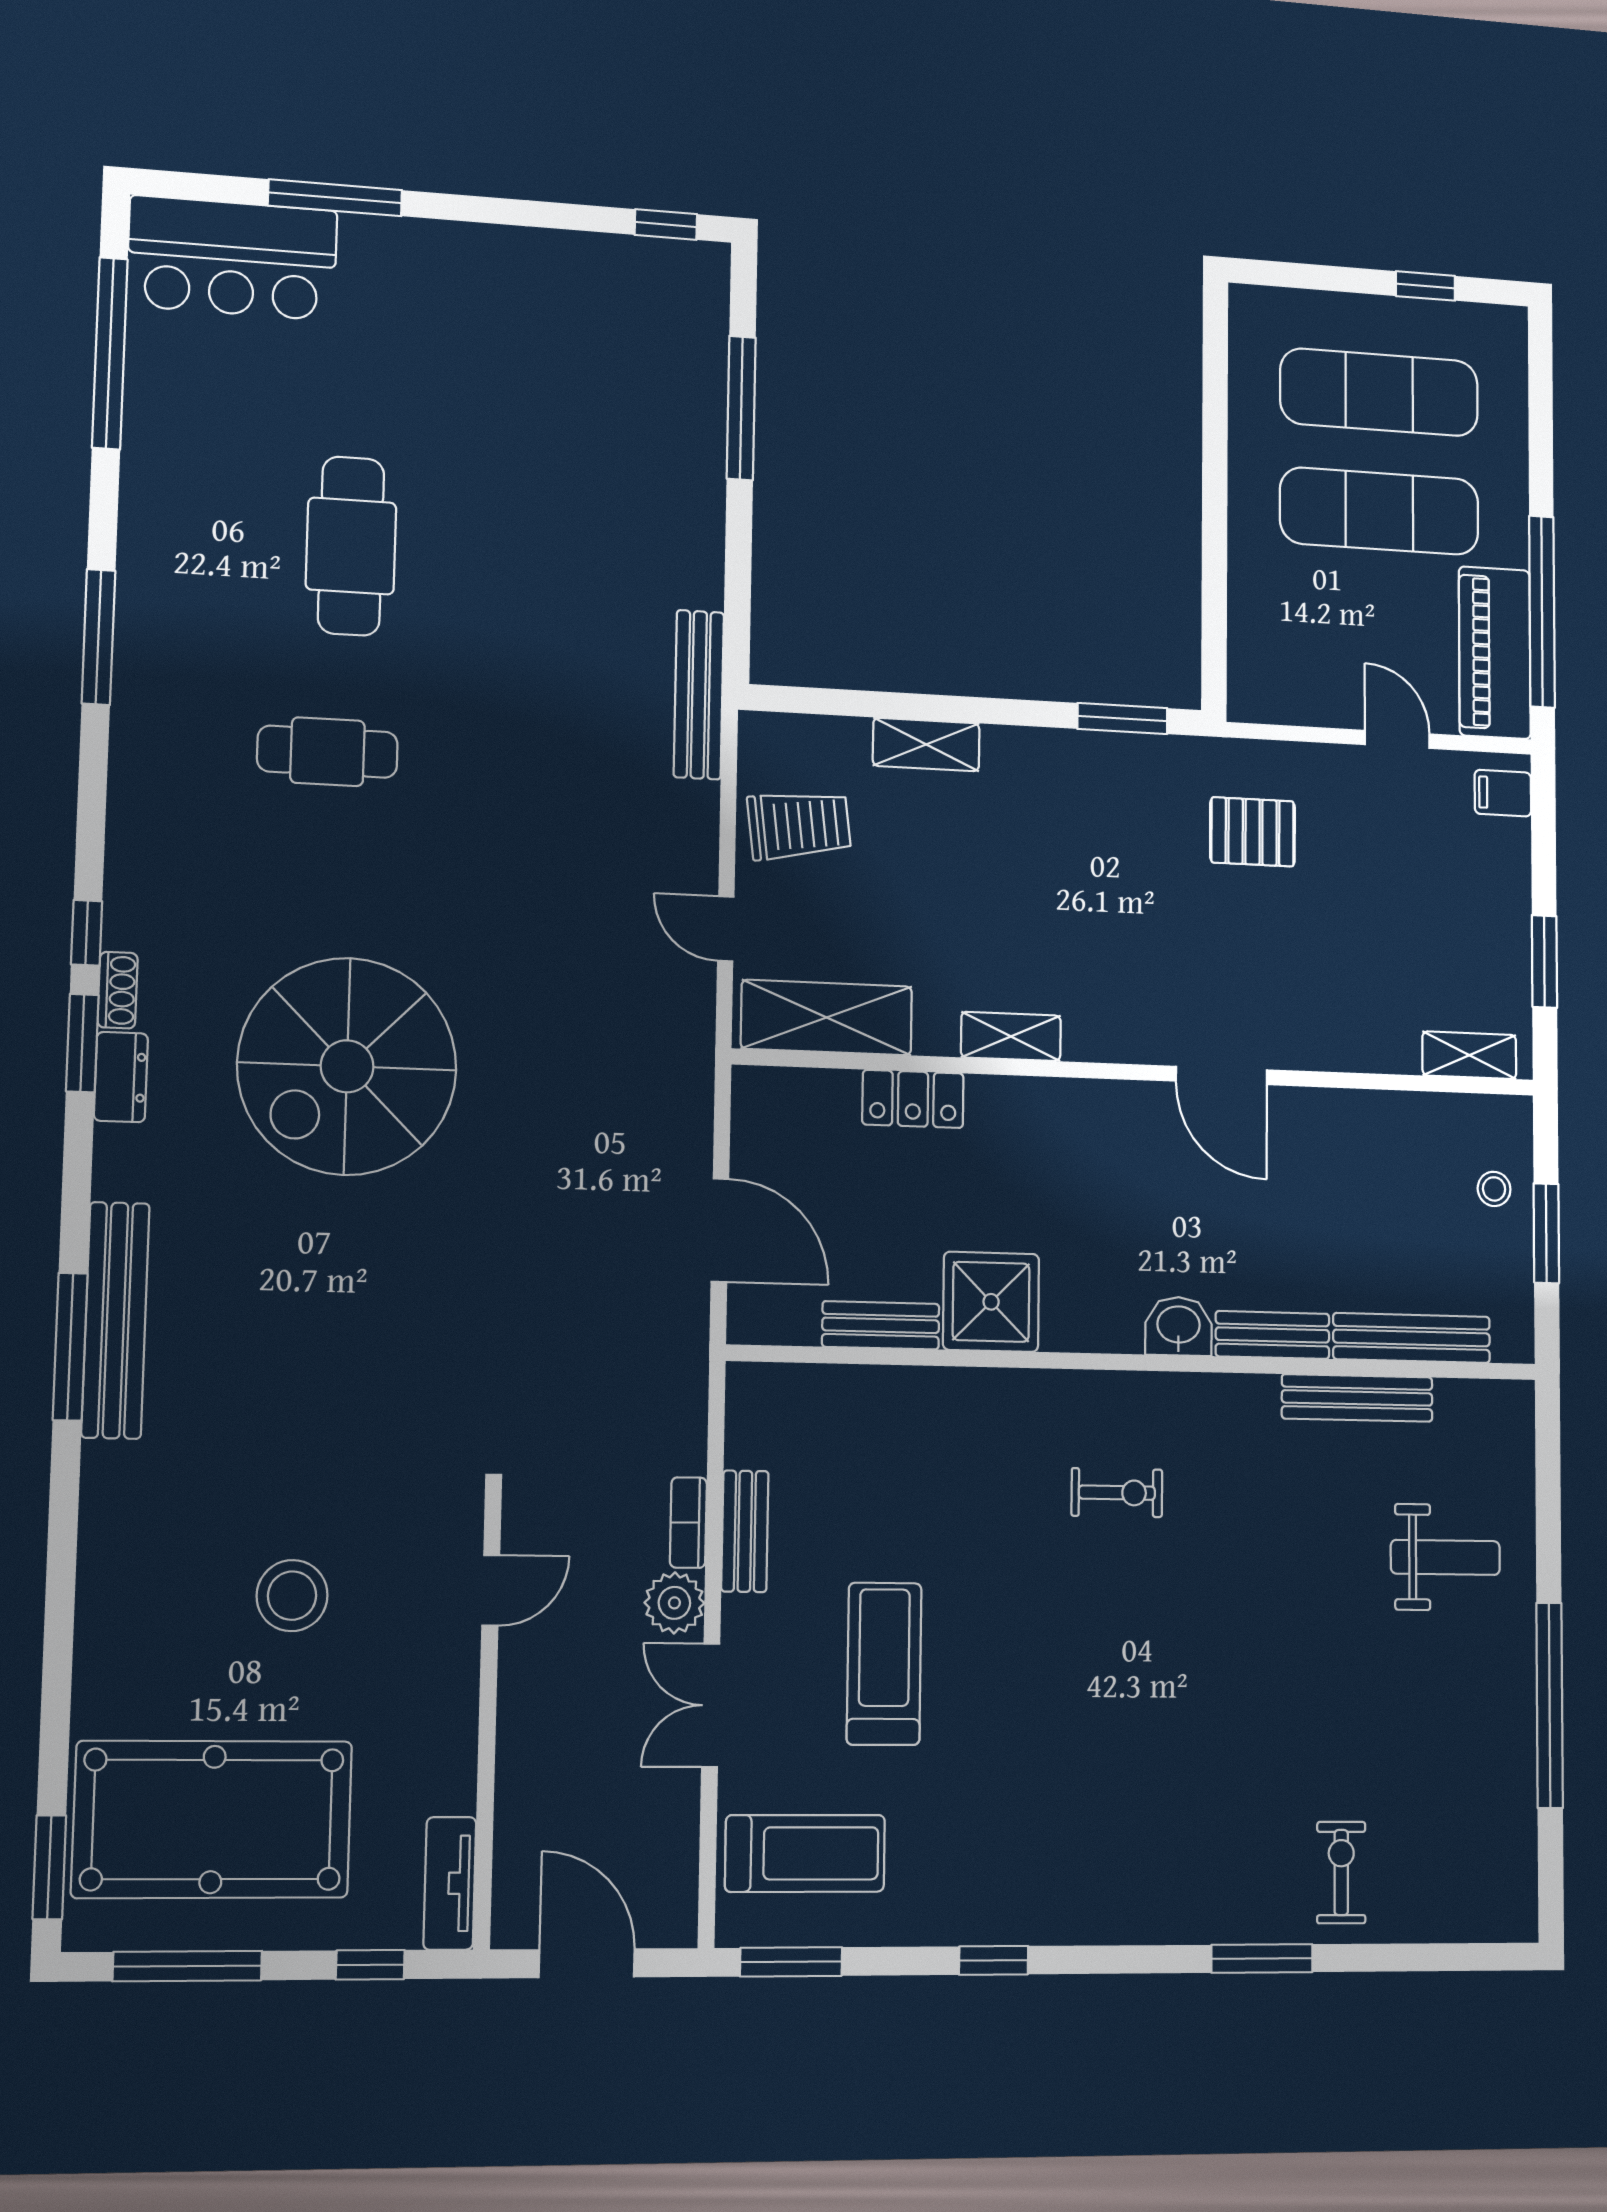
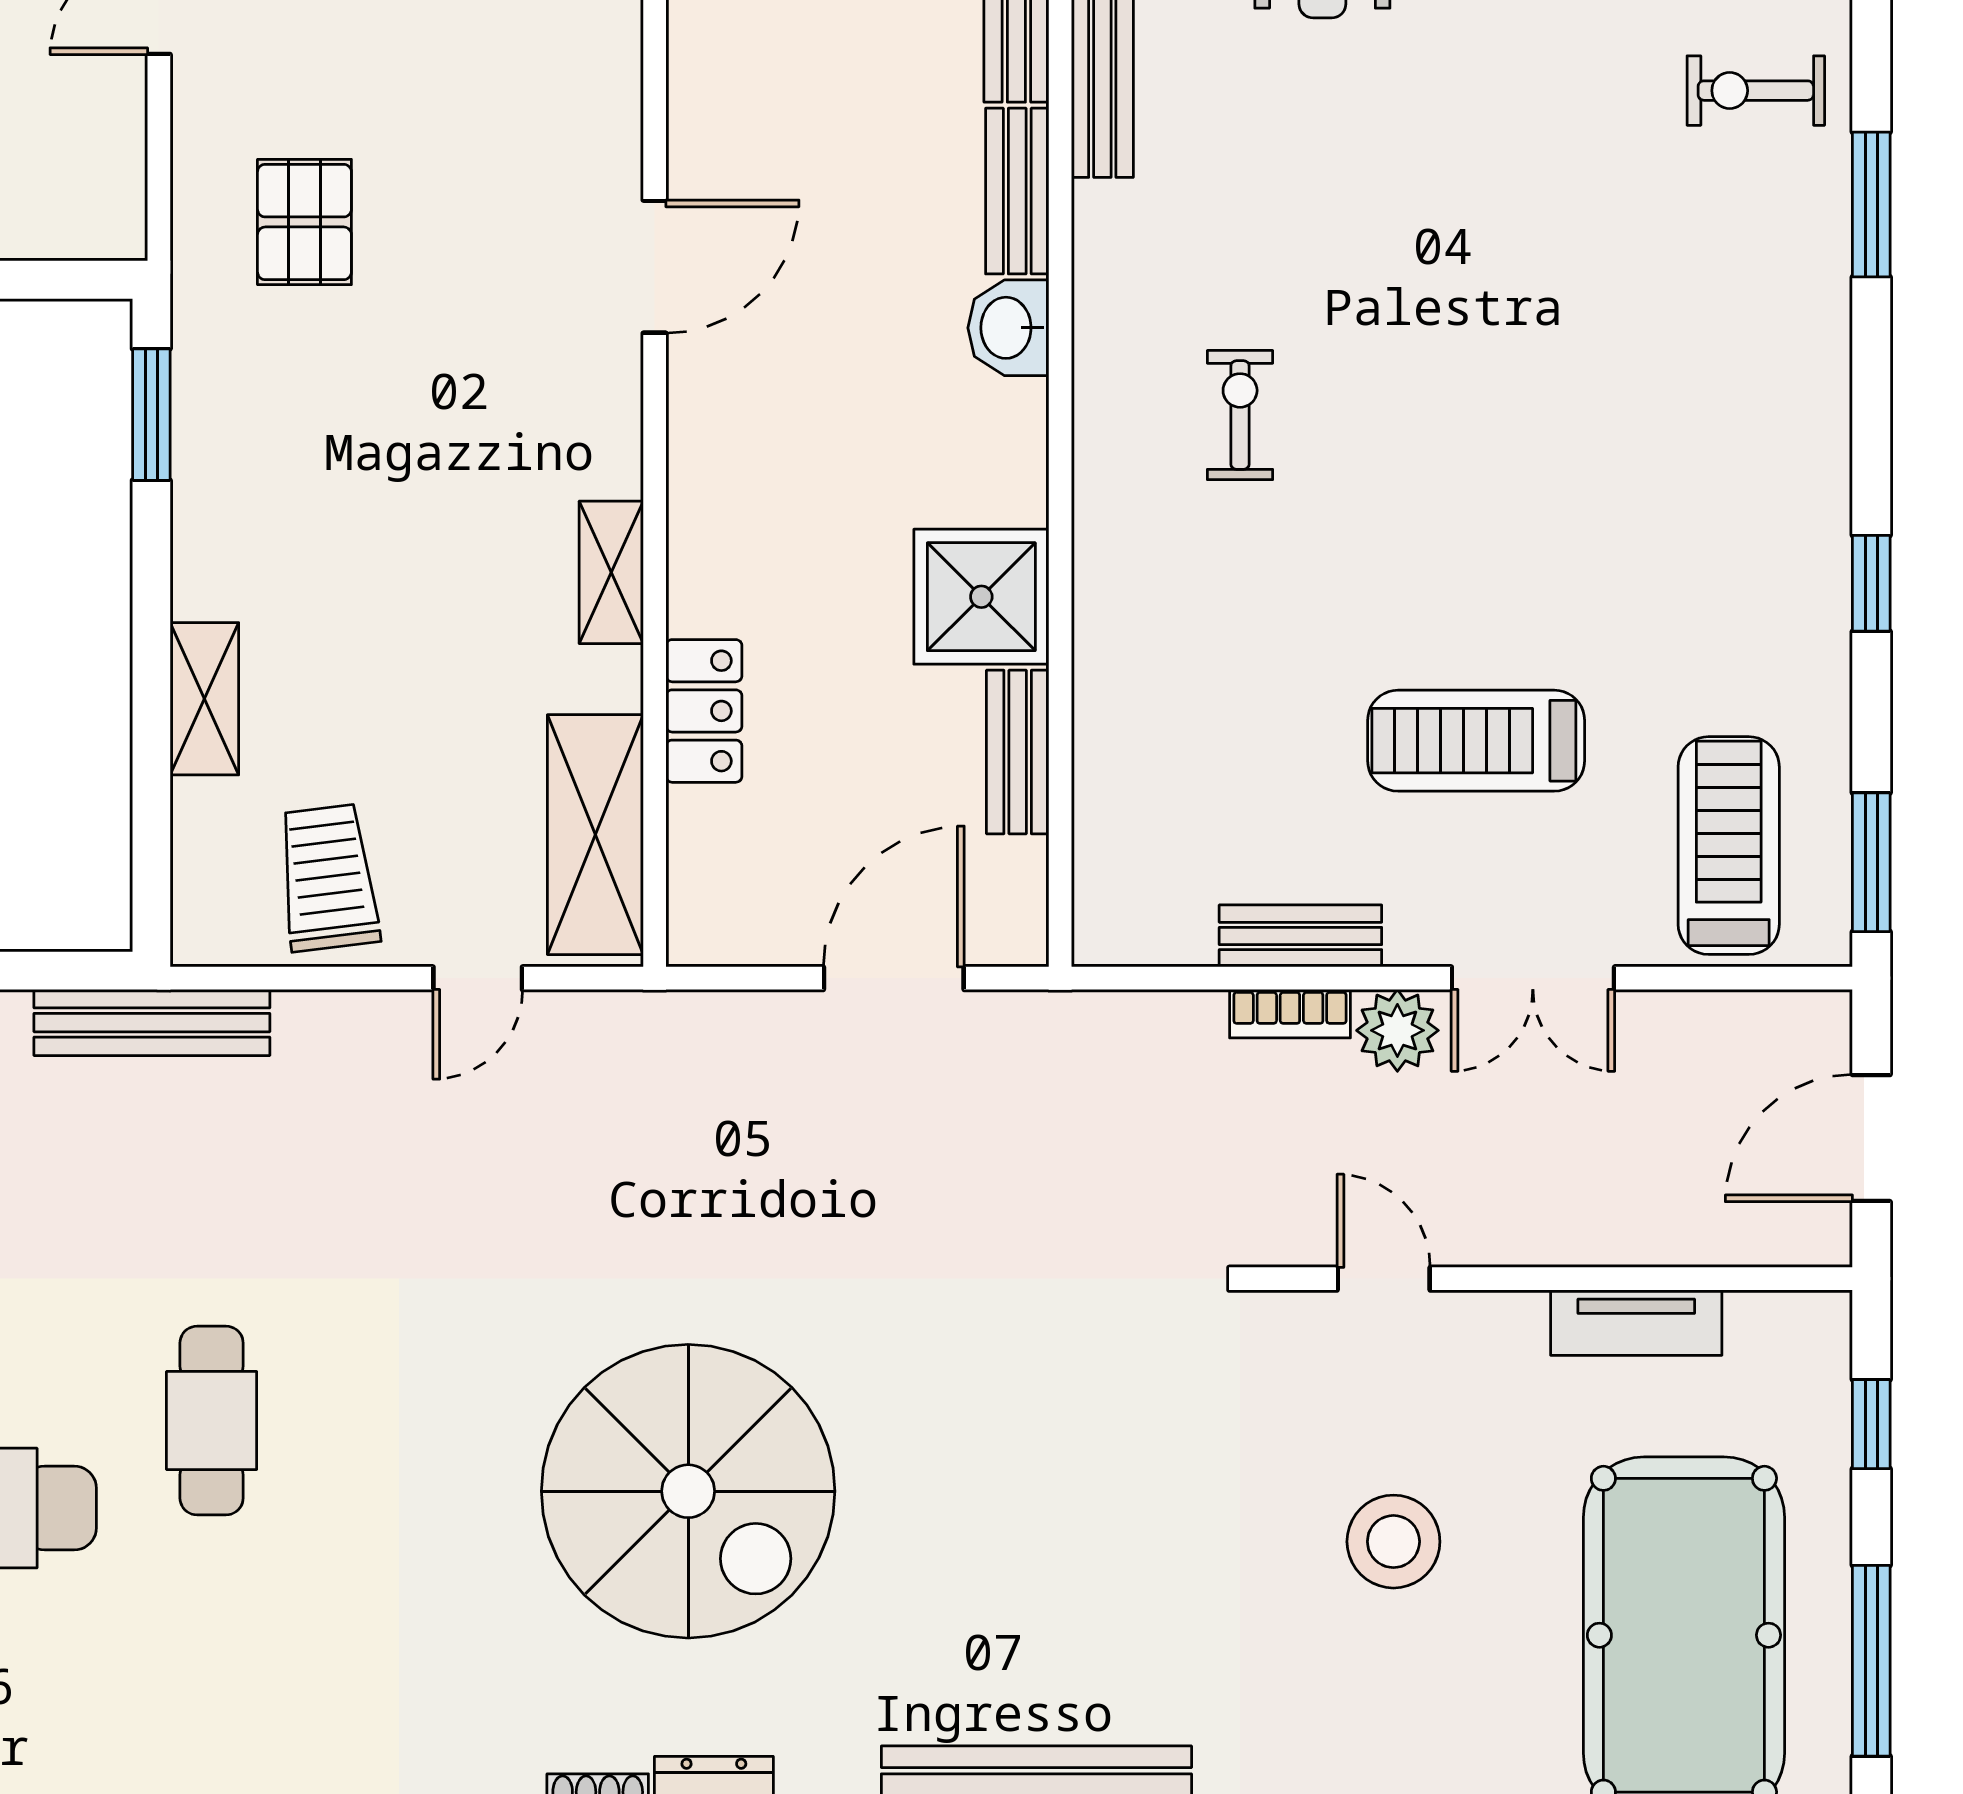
cafe table: (327, 752) -> (212, 1421), moved
tv unit: (450, 1883) -> (1636, 1323), moved

